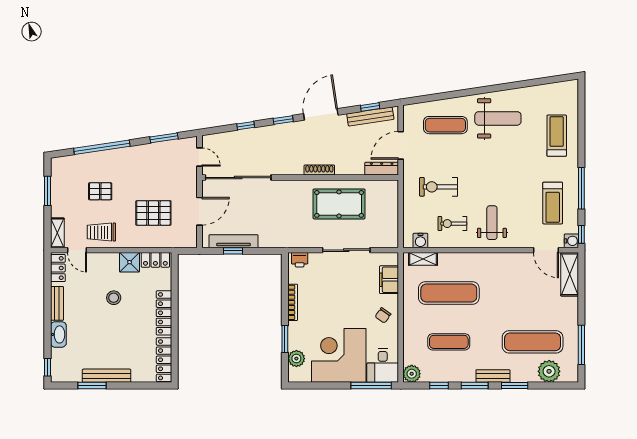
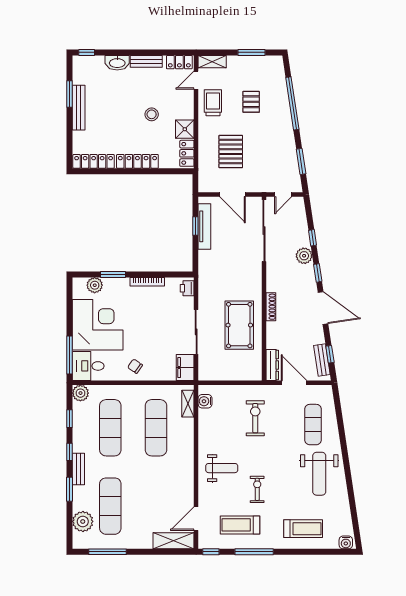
bench: (370, 116) -> (322, 360), width x0.73
plant: (265, 135) -> (304, 256), added
exercise bike: (452, 224) -> (257, 489), moved
water cooler: (571, 241) -> (346, 542), moved
filing cabinet: (389, 280) -> (185, 368), moved, turned -90
exercise mat: (449, 342) -> (110, 428), width x1.36, depth x1.45
window: (475, 385) -> (69, 452), width x0.67

